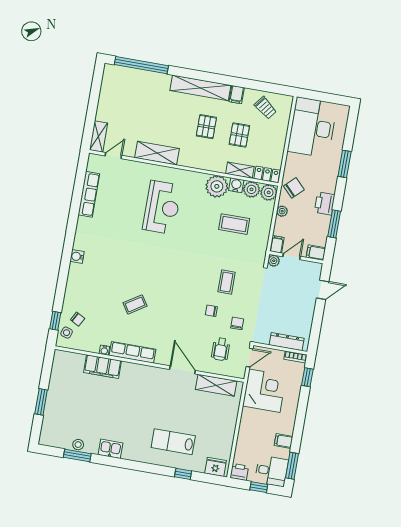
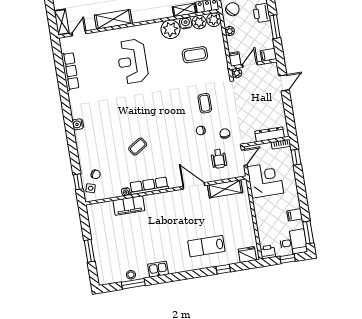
reception desk: (162, 207) -> (132, 61), turned 180

